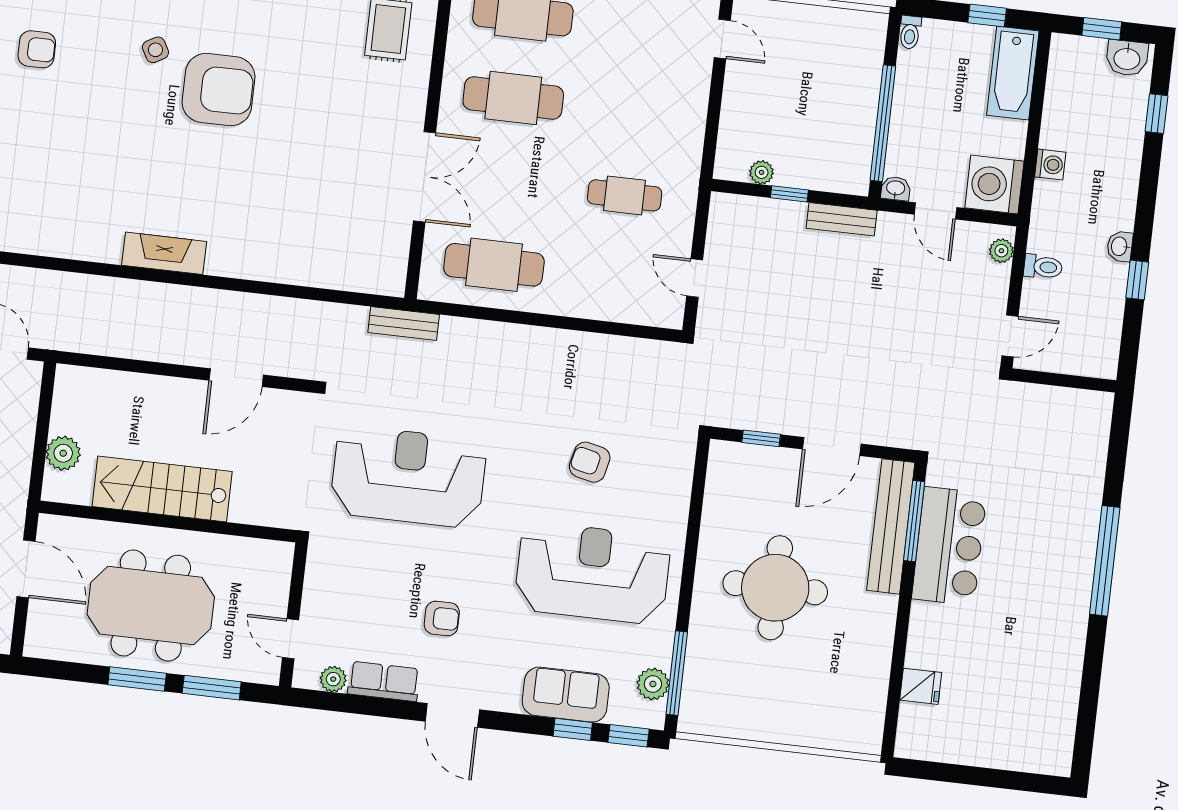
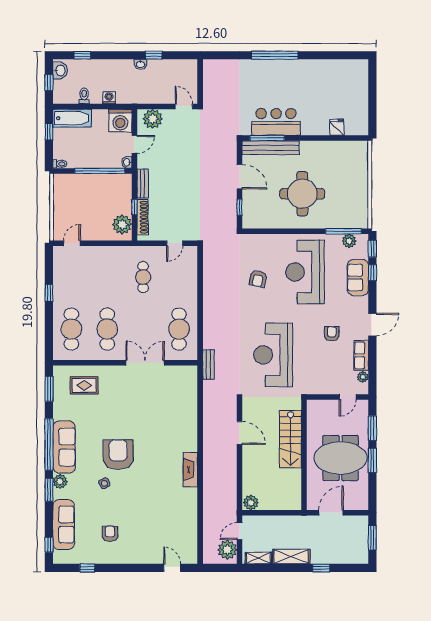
plant: (762, 172) -> (122, 224), width x1.87, depth x1.87
shoe rack: (764, 210) -> (143, 217), added
plant: (1001, 251) -> (153, 119), width x1.87, depth x1.87
toilet: (1043, 267) -> (84, 96), moved
plant: (63, 453) -> (251, 503), moved
stairs: (162, 489) -> (290, 439), moved
meeting table: (151, 606) -> (341, 458), turned 90

